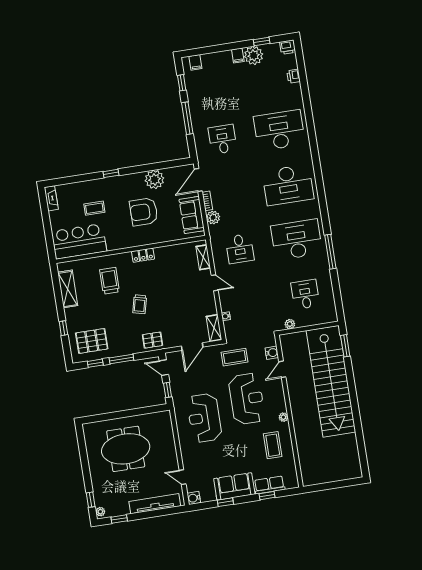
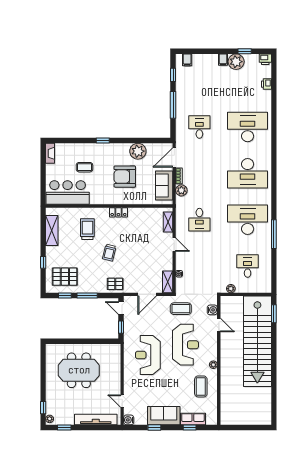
door: (282, 369) -> (219, 325), swing flipped

